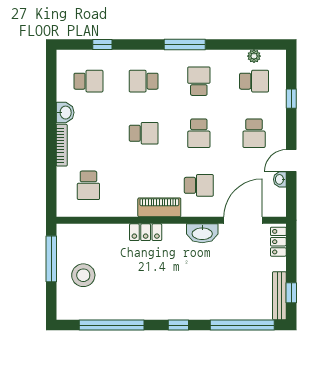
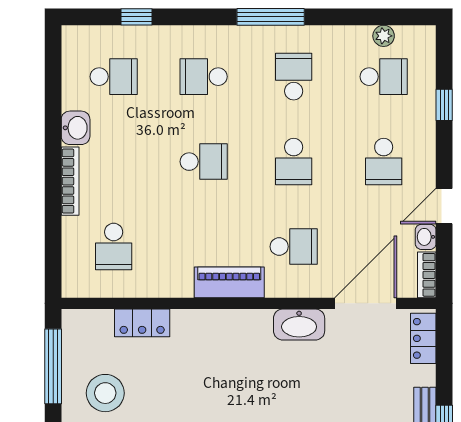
bookcase: (280, 203) -> (427, 275), added
locker: (146, 232) -> (142, 323), moved

